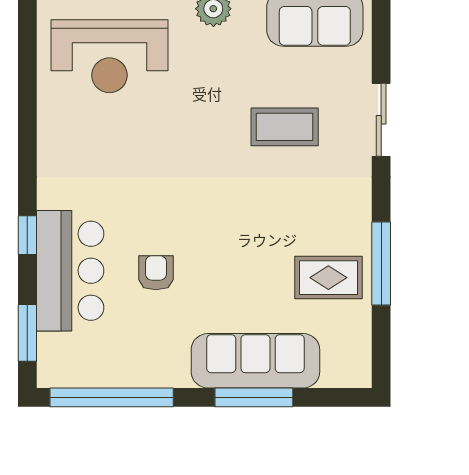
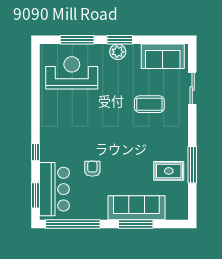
reception desk: (109, 56) -> (72, 73), turned 180
sliding door: (381, 120) -> (192, 88), moved
bar counter: (70, 271) -> (54, 189), moved

